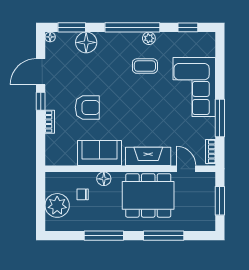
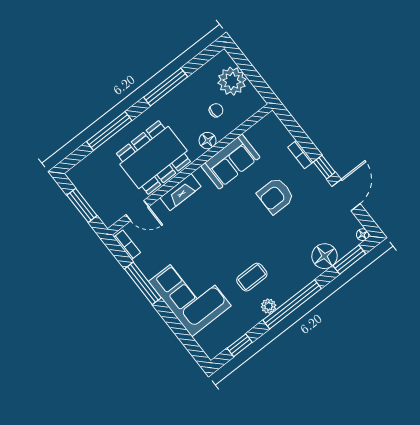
fireplace: (148, 156) -> (180, 192), width x0.73, depth x0.76

